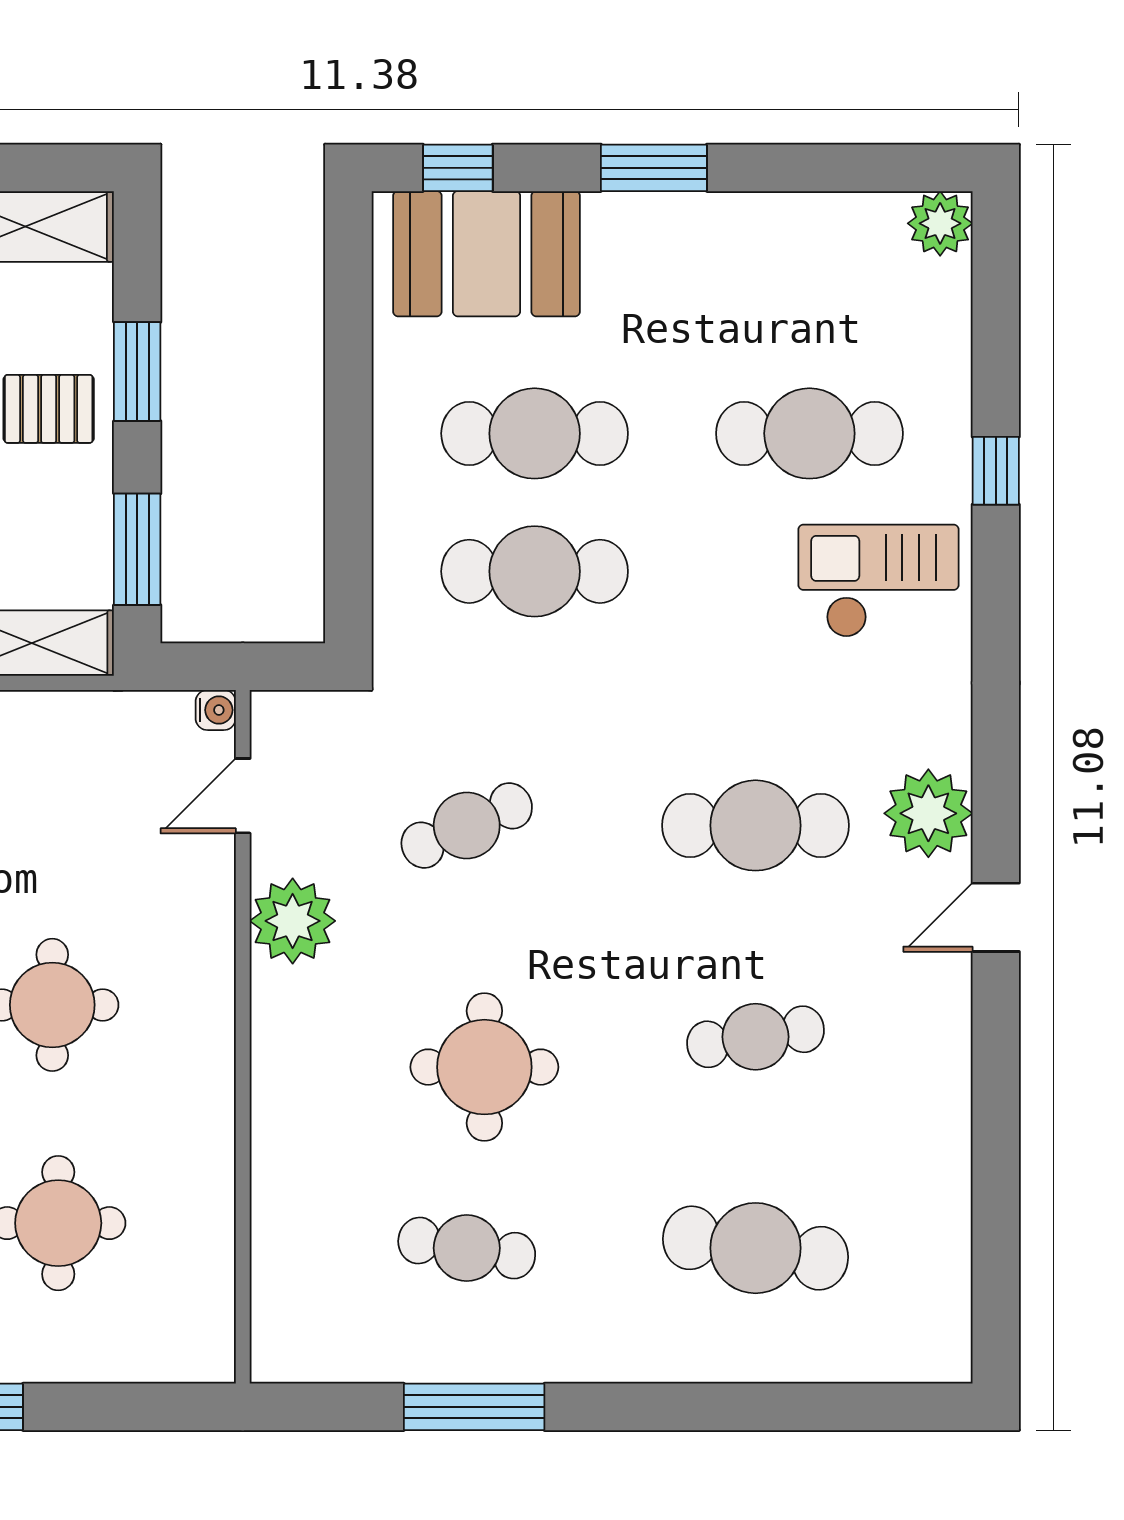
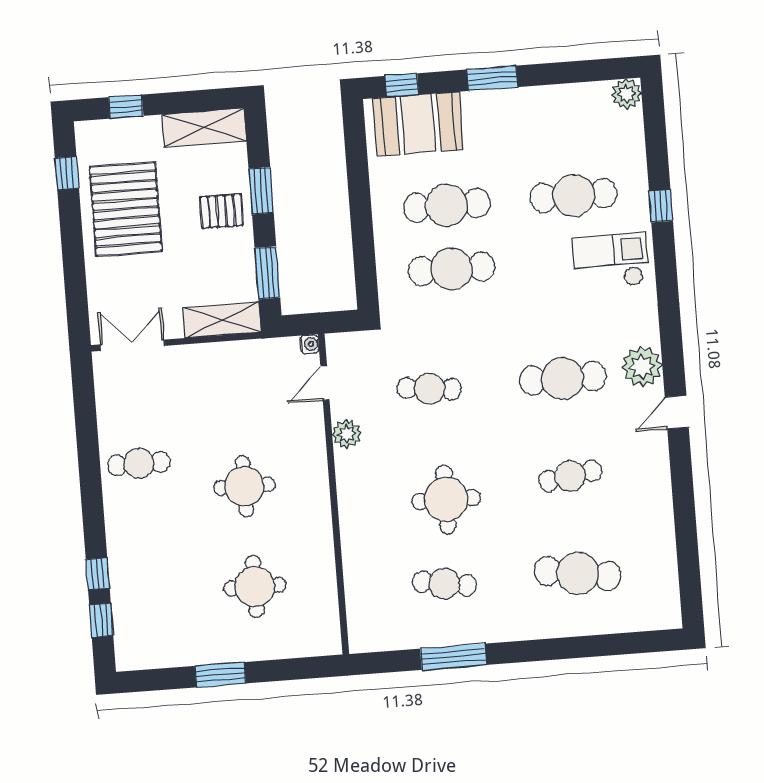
cafe table: (467, 825) -> (429, 389), turned 30
plant: (293, 921) -> (347, 434), width x0.73, depth x0.73

